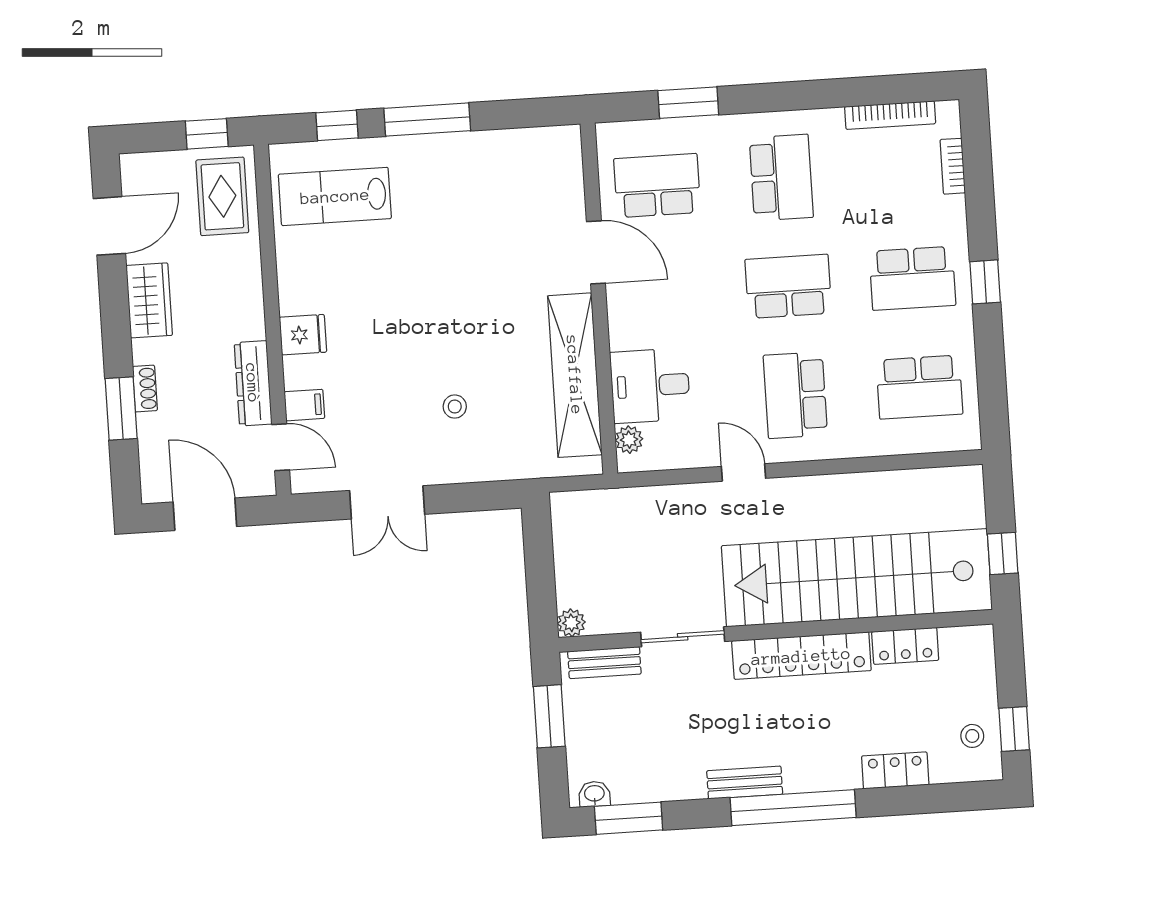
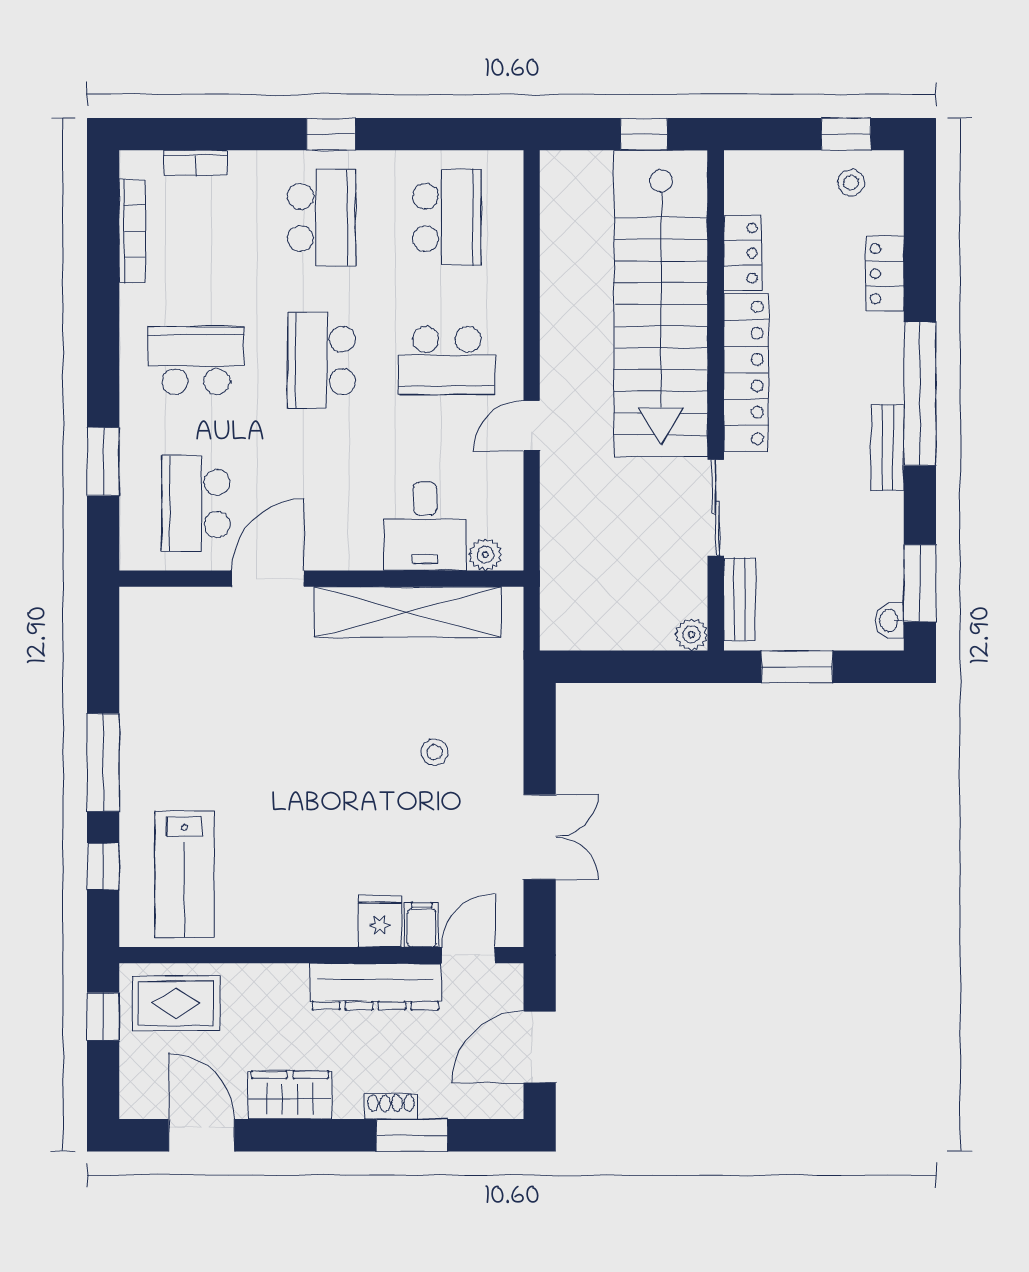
fridge: (303, 335) -> (380, 921), moved
dresser: (253, 383) -> (375, 986), width x1.37, depth x1.24

